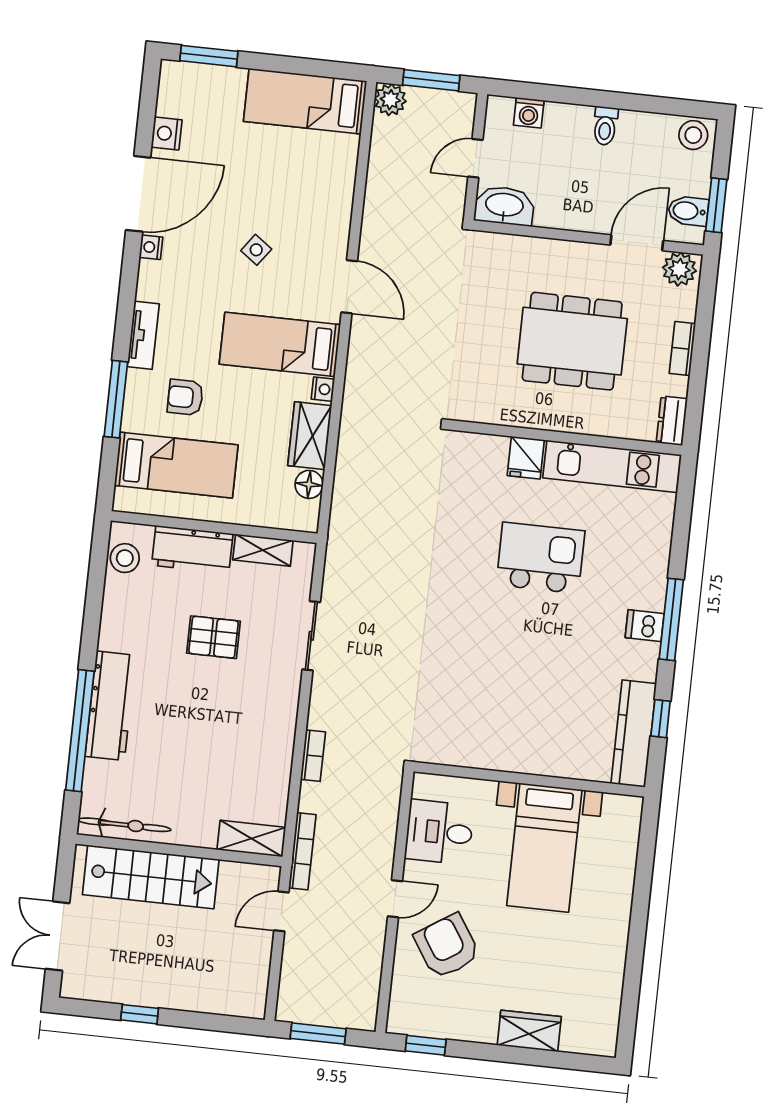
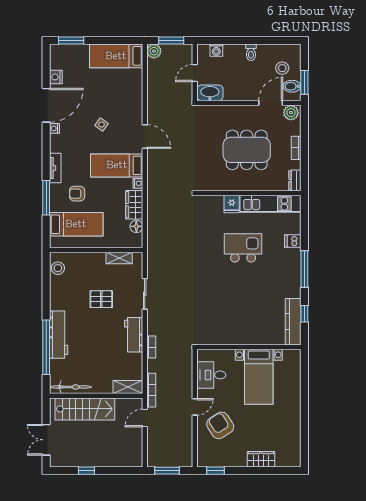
stool: (693, 135) -> (282, 68), moved
workbench: (192, 550) -> (134, 335), moved, turned 90
dishwasher: (645, 626) -> (293, 241), moved

